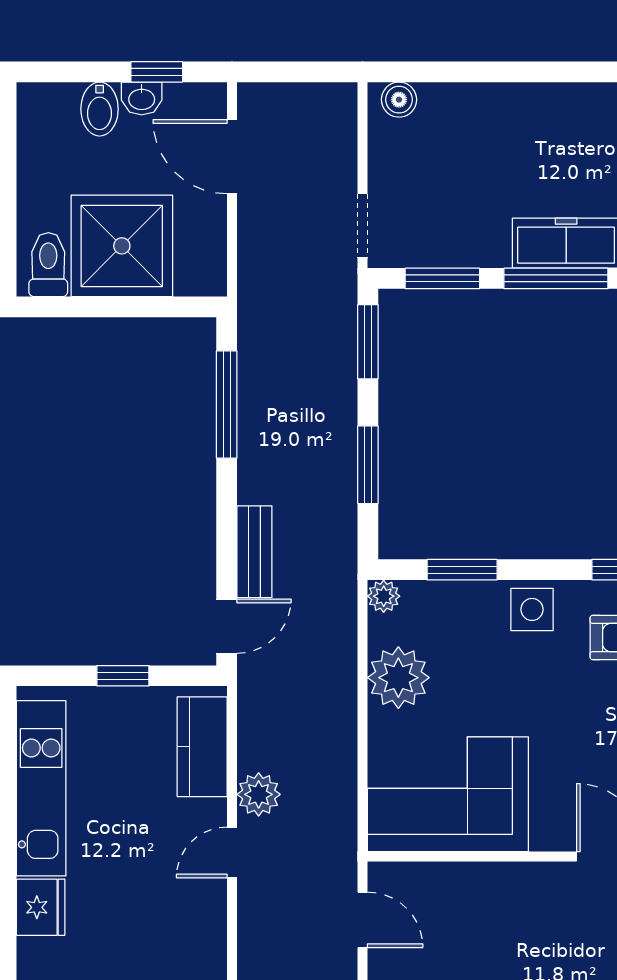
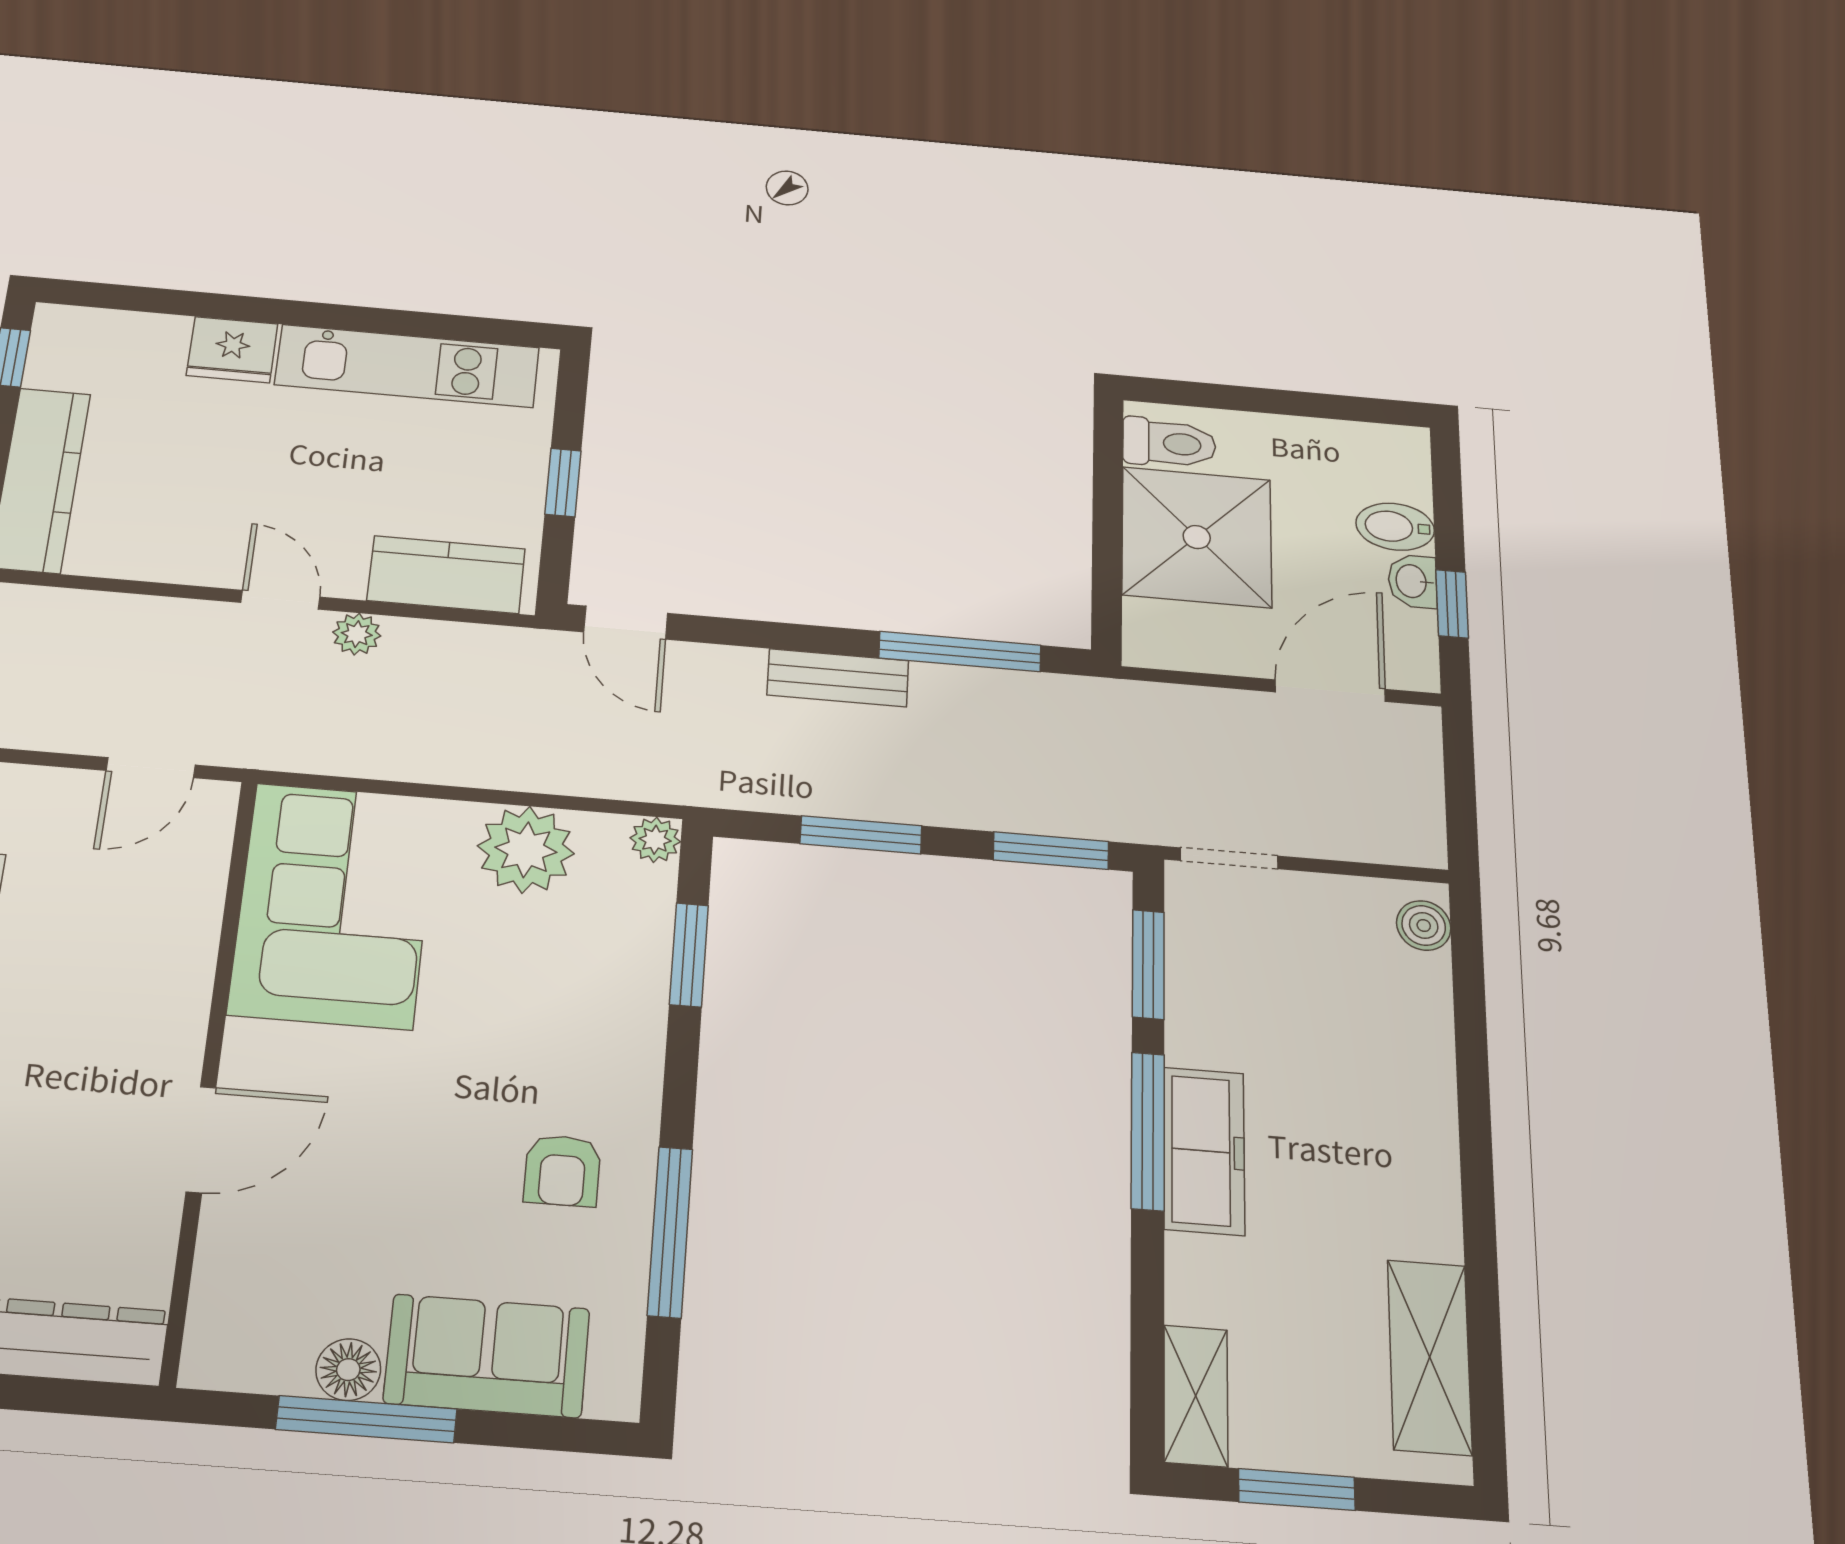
bench: (254, 552) -> (838, 678), moved
side table: (532, 609) -> (618, 1052), removed
plant: (259, 794) -> (357, 634), width x0.73, depth x0.73

